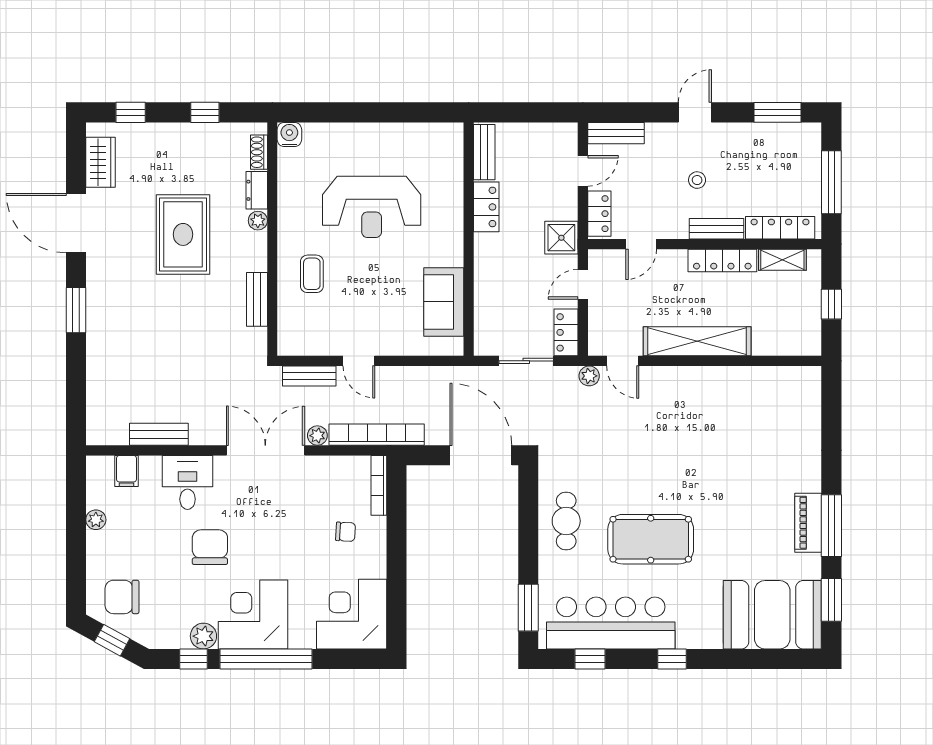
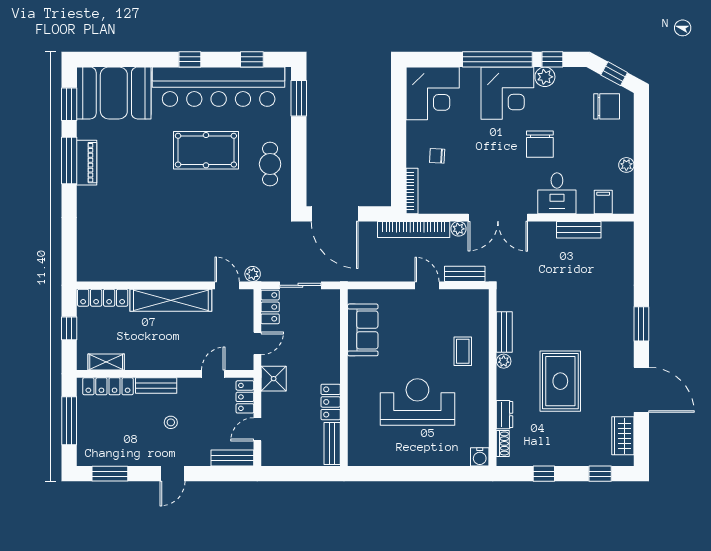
plant: (258, 221) -> (504, 361), moved
locker: (722, 260) -> (103, 298), moved, turned 180
bar counter: (611, 623) -> (219, 87), width x1.36

